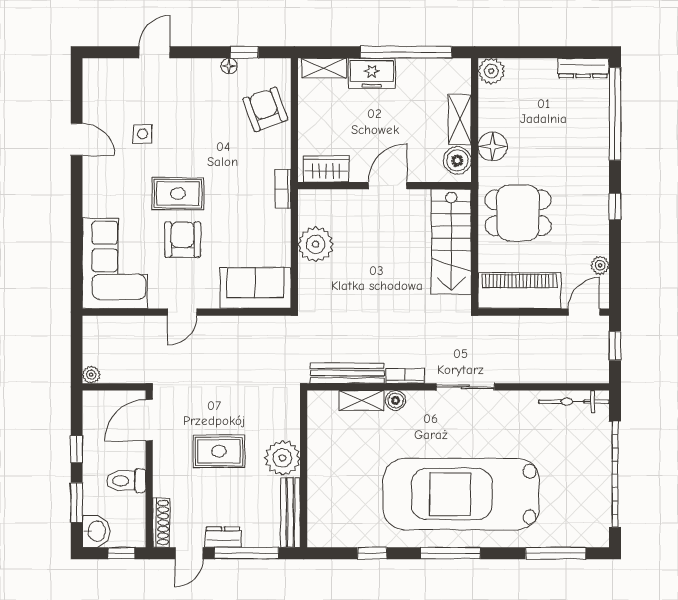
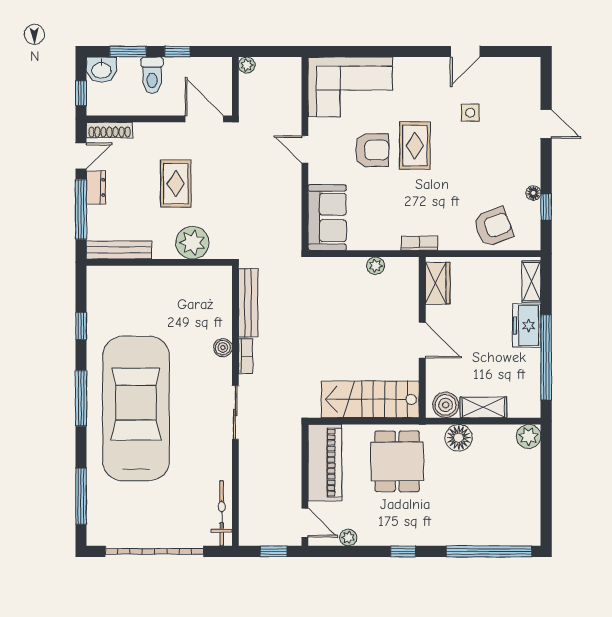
dresser: (583, 68) -> (532, 522), removed
plant: (316, 244) -> (376, 266), width x0.53, depth x0.53
shelving: (362, 400) -> (223, 316), removed
plant: (282, 458) -> (192, 243), moved
toilet: (126, 481) -> (152, 75), moved, turned 180
door: (189, 553) -> (81, 156), swing flipped

